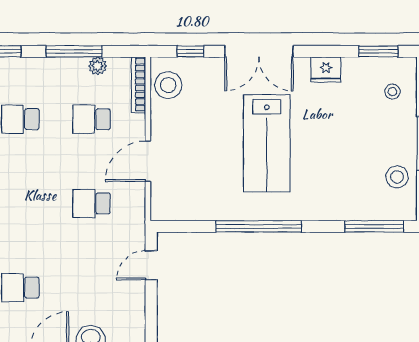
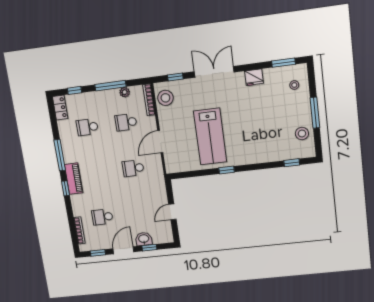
double door: (259, 51) -> (214, 72), swing flipped
lab bench: (267, 143) -> (210, 137), moved
window: (259, 226) -> (227, 170), width x0.32
window: (374, 226) -> (292, 163), width x0.46
door: (151, 265) -> (172, 212), moved

